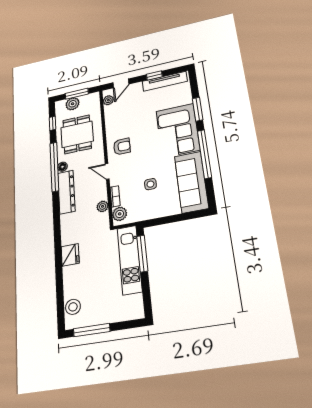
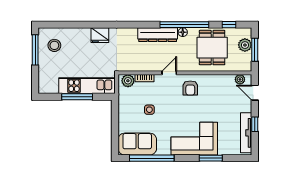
dining table: (77, 134) -> (212, 48), turned 90
window: (204, 154) -> (152, 158), moved
sofa: (191, 182) -> (137, 144), width x0.73
plant: (103, 206) -> (138, 66), removed
window: (142, 254) -> (77, 97), moved
stool: (73, 307) -> (54, 45), moved

